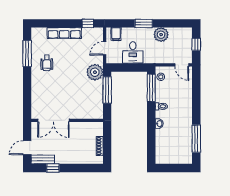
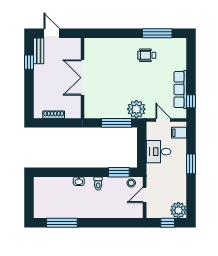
row of seats: (64, 33) -> (180, 89), moved
plant: (161, 35) -> (178, 210), moved
door: (182, 65) -> (145, 195), moved
window: (151, 88) -> (119, 172), width x0.69
double door: (53, 120) -> (82, 78), moved

